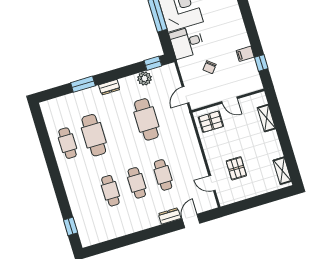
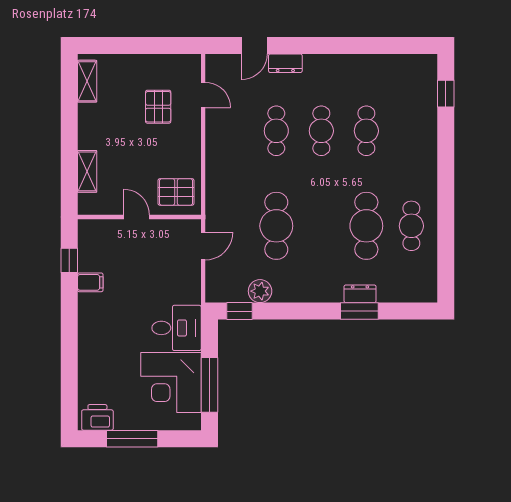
chair: (210, 67) -> (153, 278), removed
dresser: (109, 87) -> (360, 294), moved

